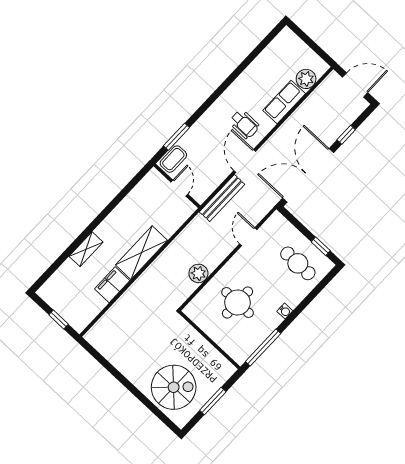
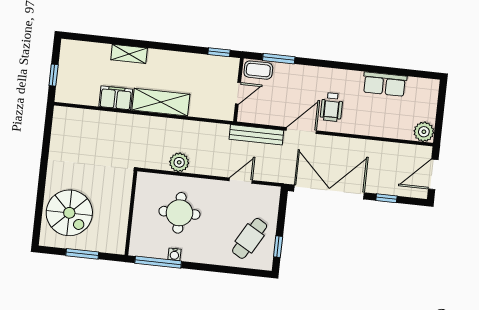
plant: (306, 79) -> (424, 132), moved
door: (355, 85) -> (433, 174), swing flipped
row of seats: (284, 102) -> (385, 84), moved, turned 180
window: (137, 179) -> (219, 52), added
cafe table: (298, 263) -> (250, 238), turned 30
water cooler: (285, 311) -> (174, 254), moved

